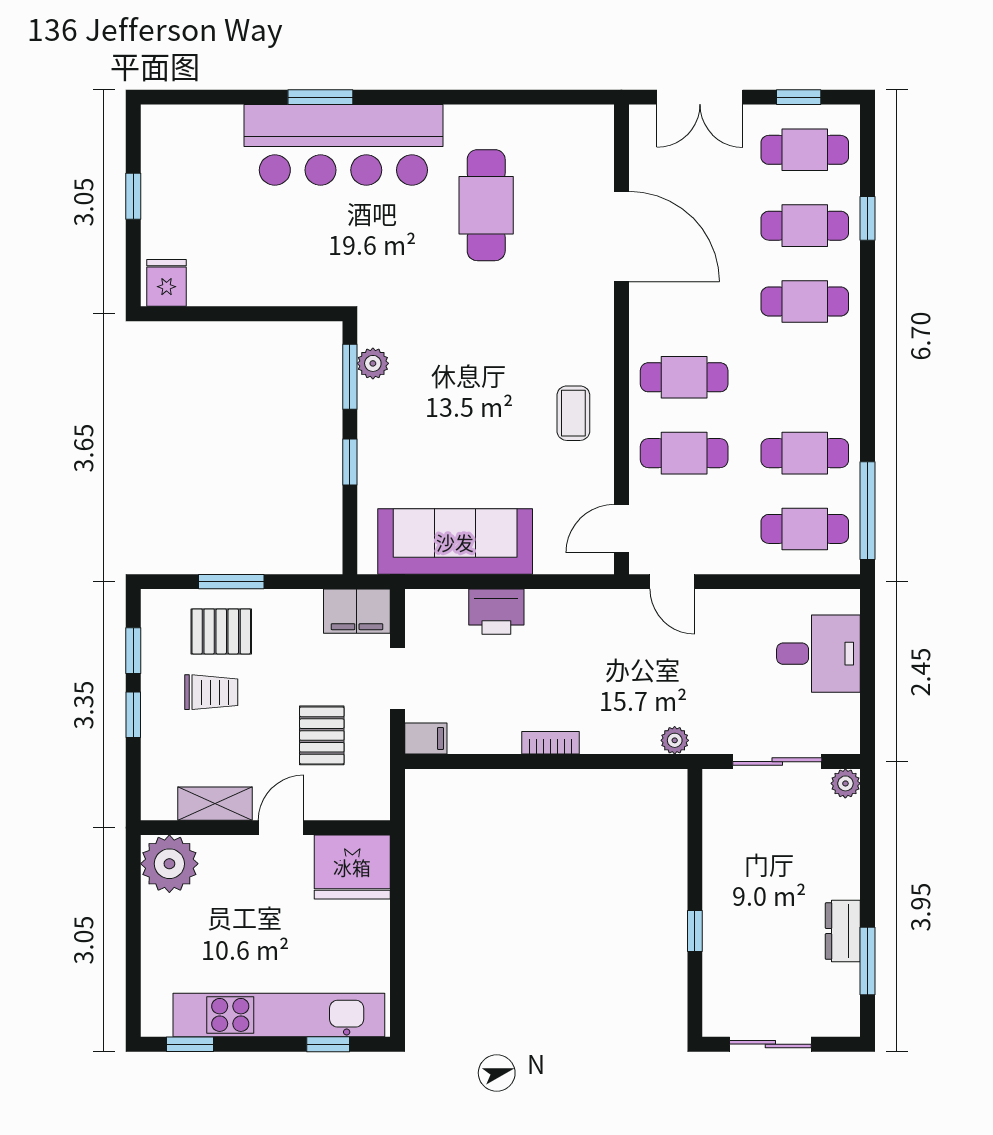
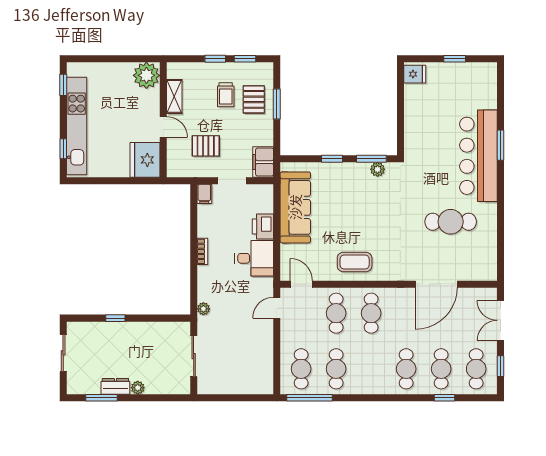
coffee table: (573, 413) -> (355, 262), width x1.36, depth x1.30
desk: (818, 654) -> (254, 258), moved, turned -90
plant: (845, 783) -> (138, 388), moved

